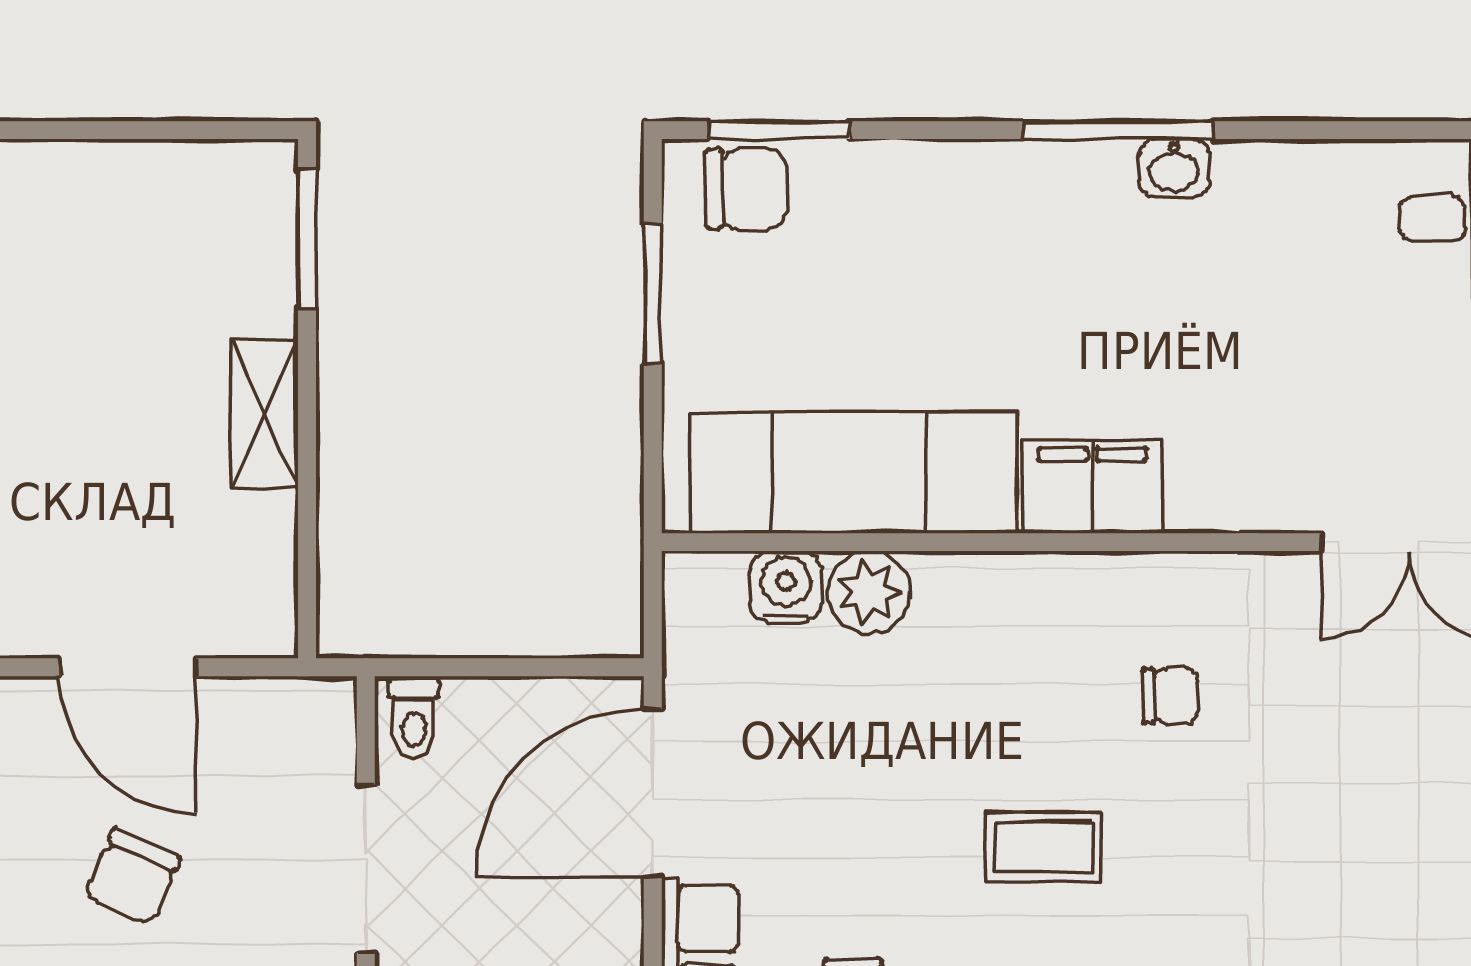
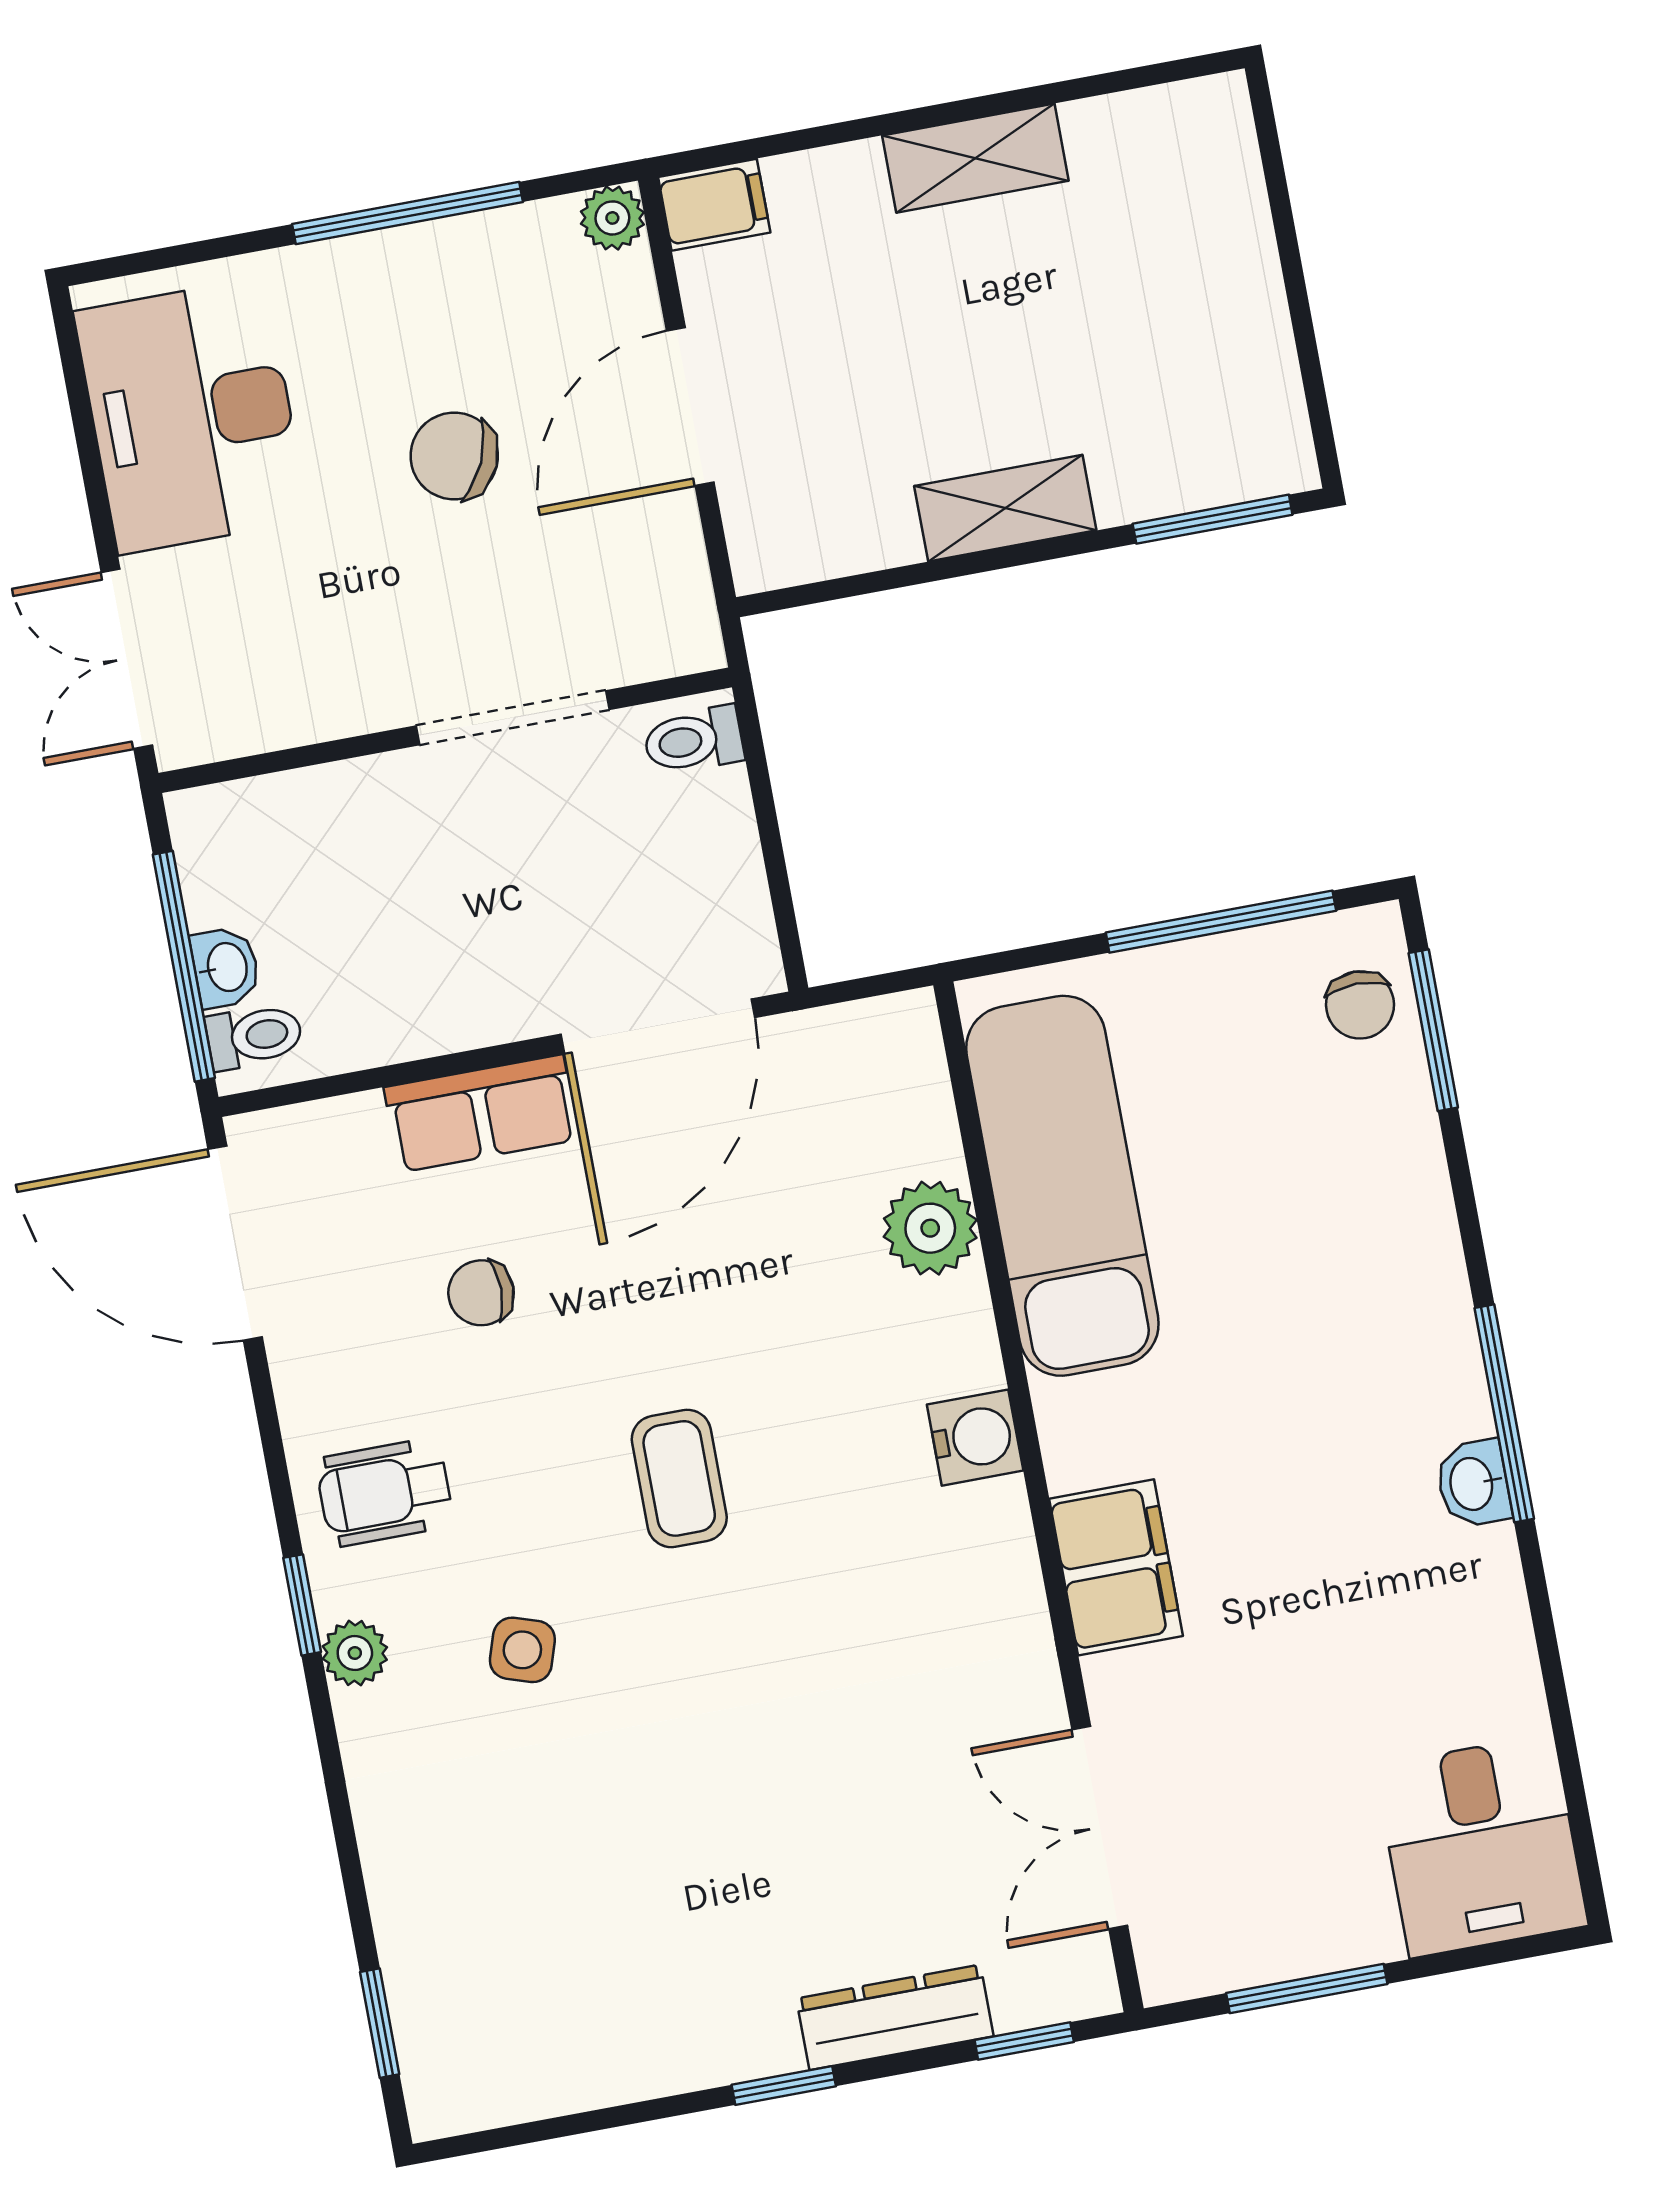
chair: (746, 189) -> (1360, 1005), width x0.73, depth x0.73
window: (653, 295) -> (1221, 922), width x1.44
filing cabinet: (1092, 487) -> (1116, 1567), moved
water cooler: (786, 587) -> (975, 1438), moved
chair: (1171, 696) -> (876, 1591), removed
door: (653, 793) -> (658, 1026), swing flipped

